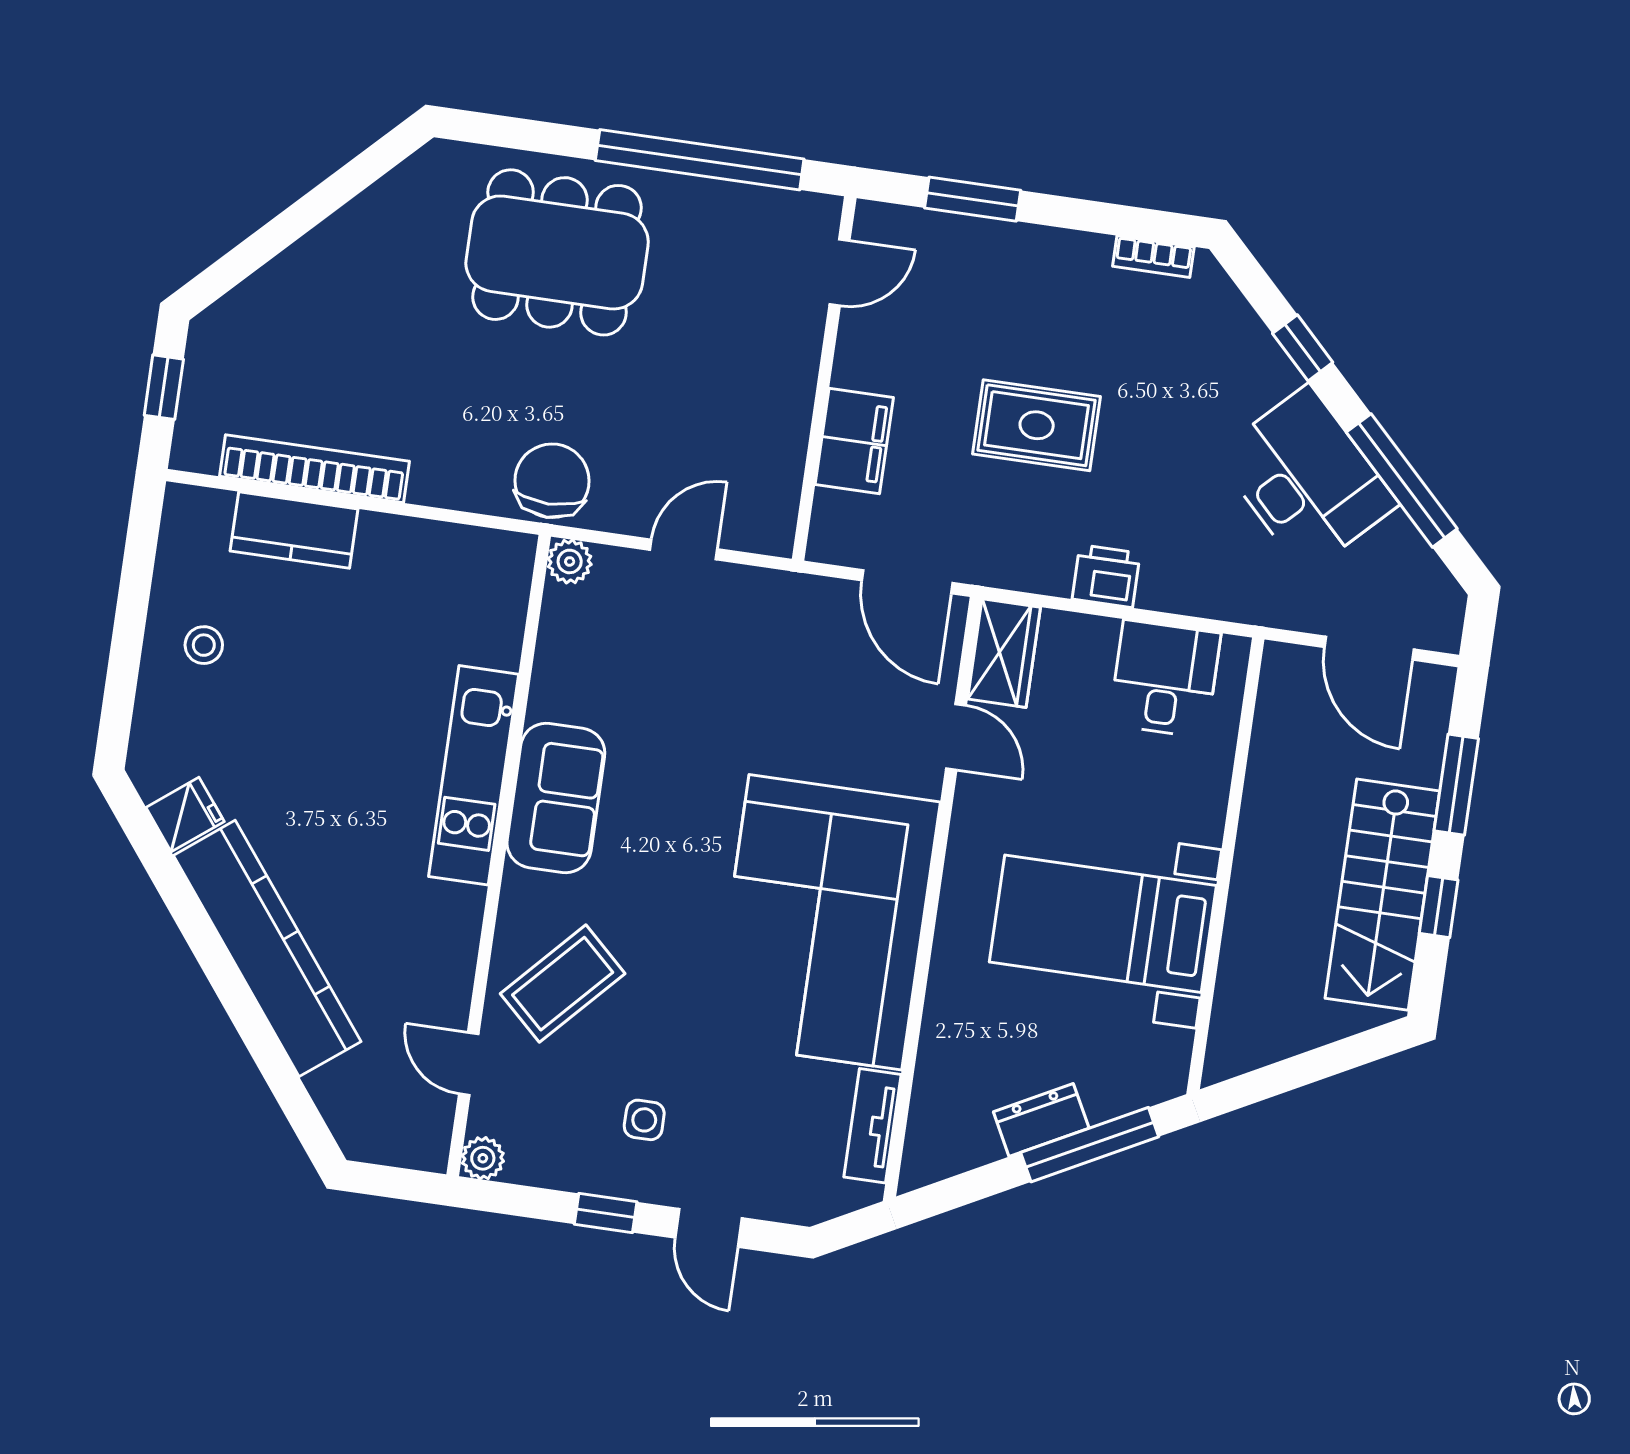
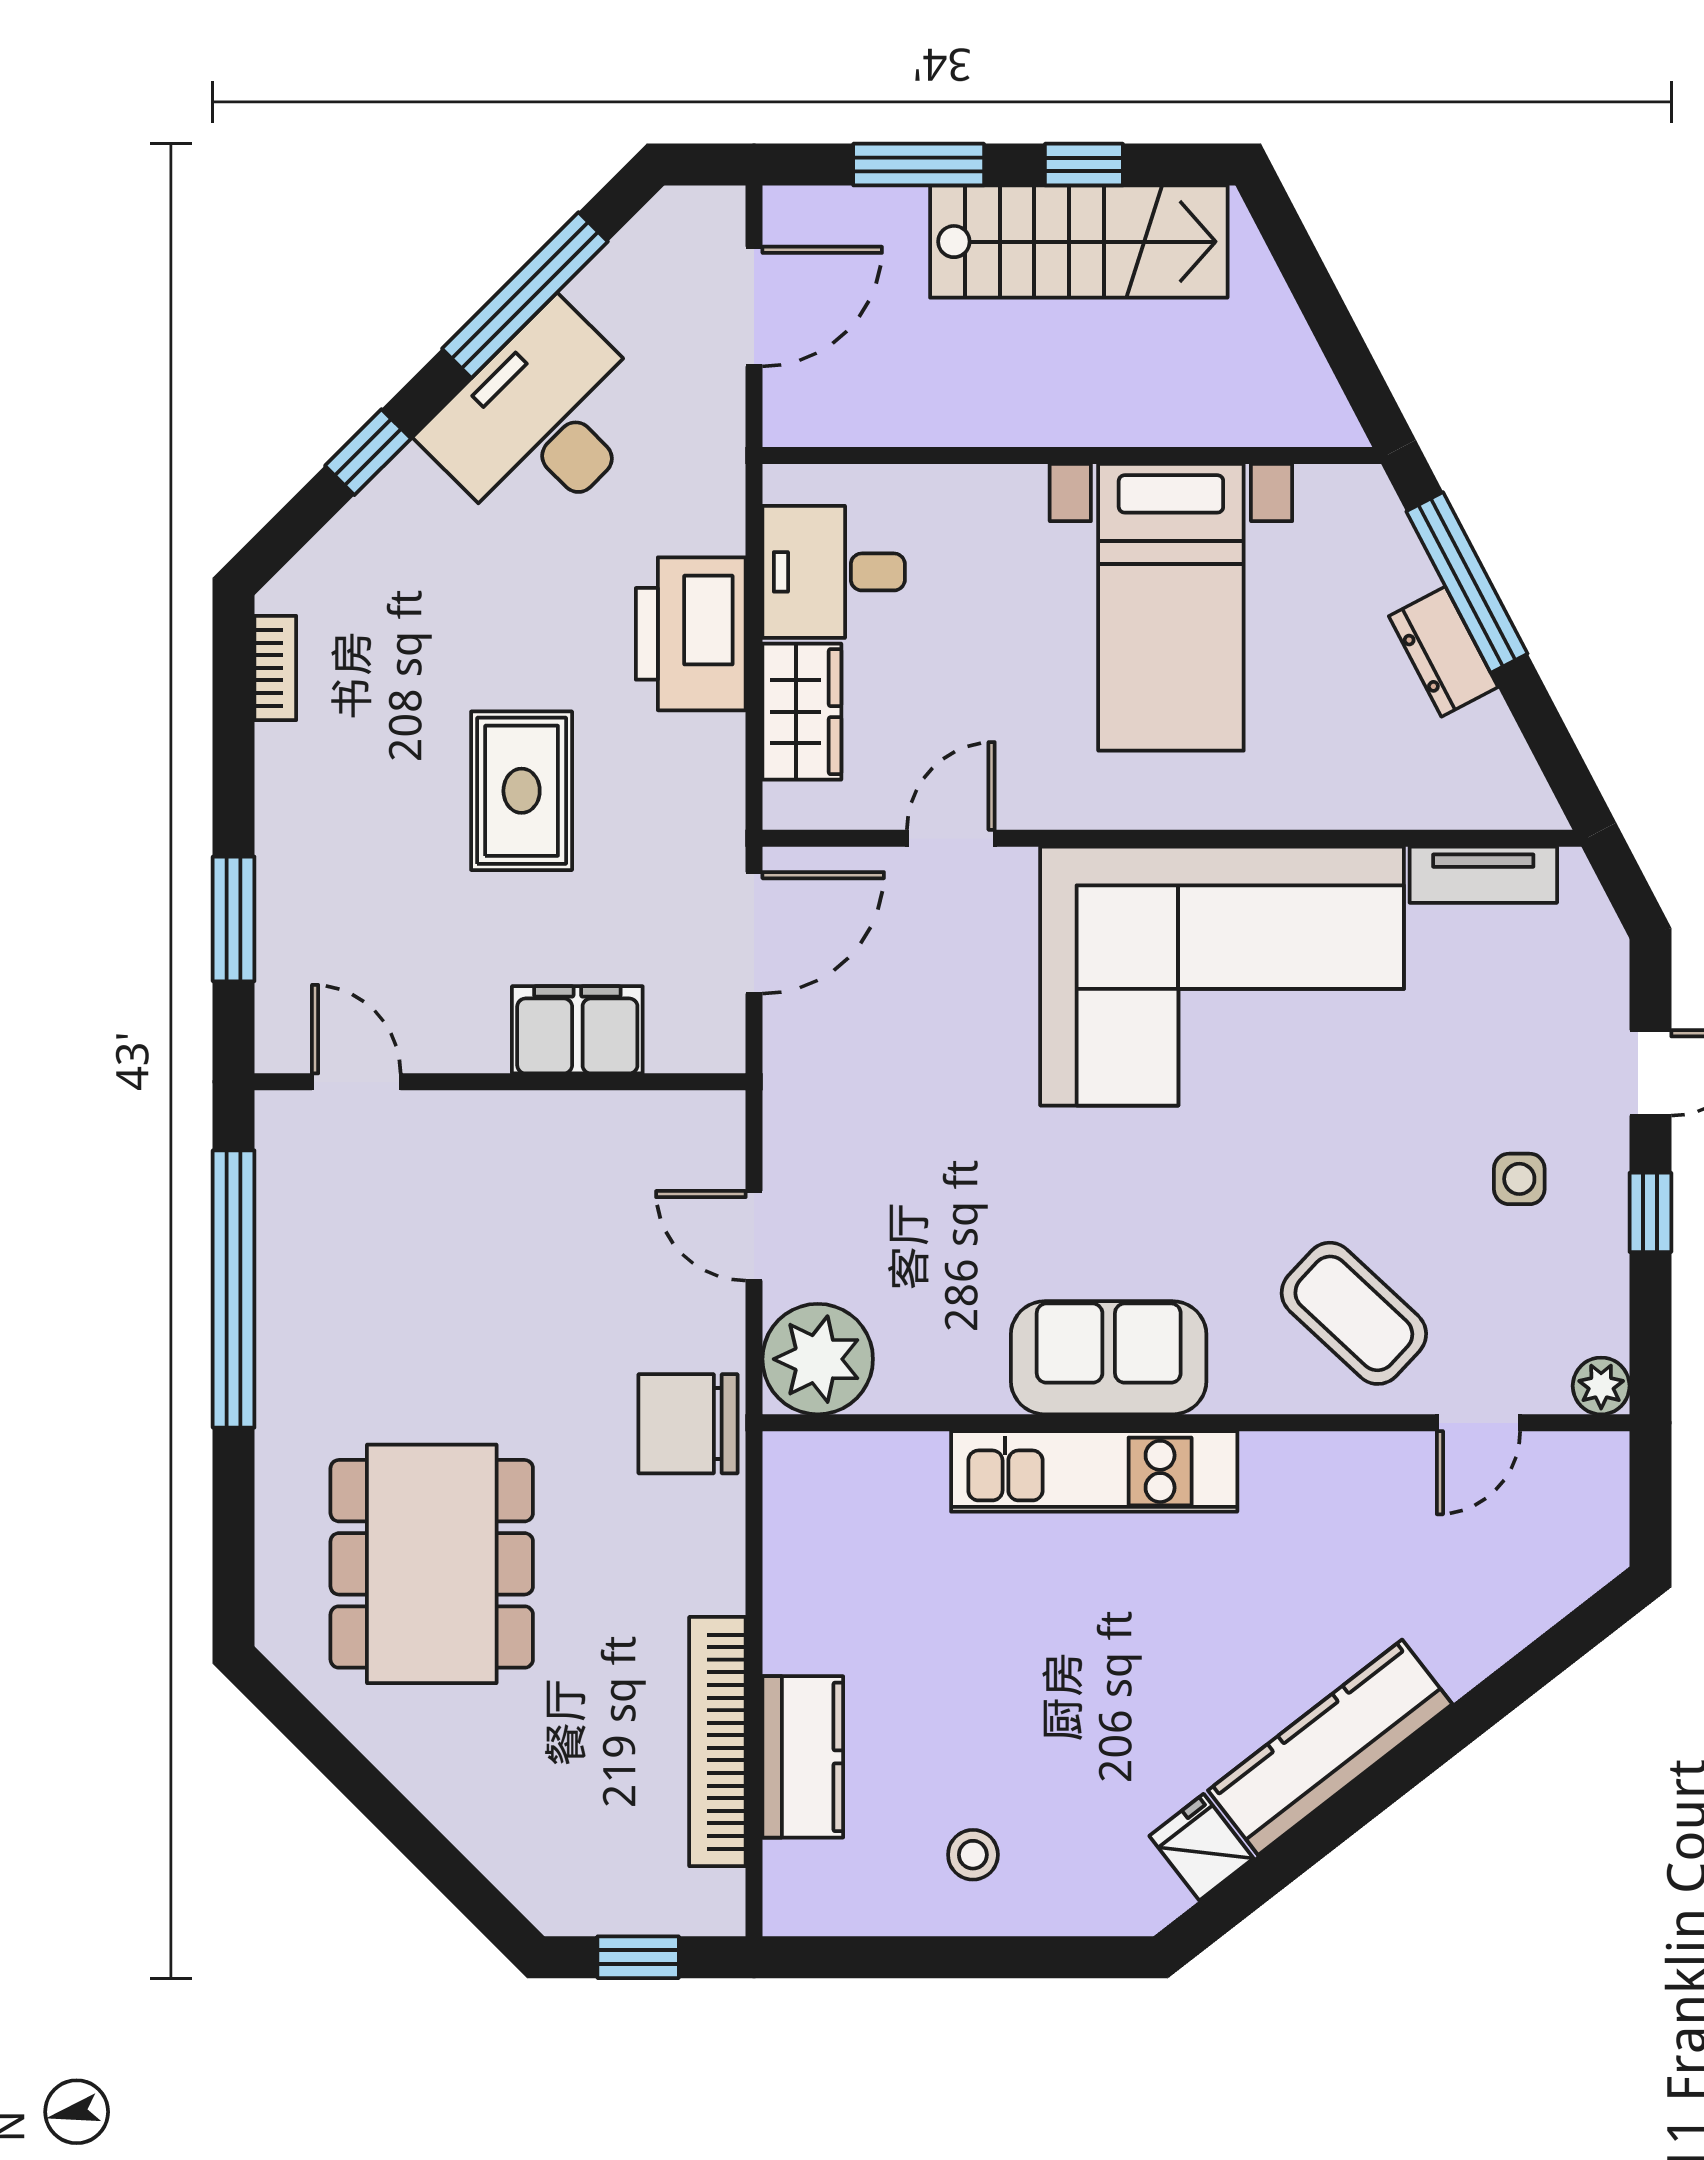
dining table: (557, 252) -> (432, 1564), moved
plant: (570, 561) -> (818, 1359), width x1.88, depth x1.88
printer: (1106, 576) -> (691, 634), width x1.87, depth x1.48
wardrobe: (1004, 653) -> (802, 712), moved, turned 90
kitchen counter: (267, 948) -> (1330, 1747), width x0.72, depth x0.86

